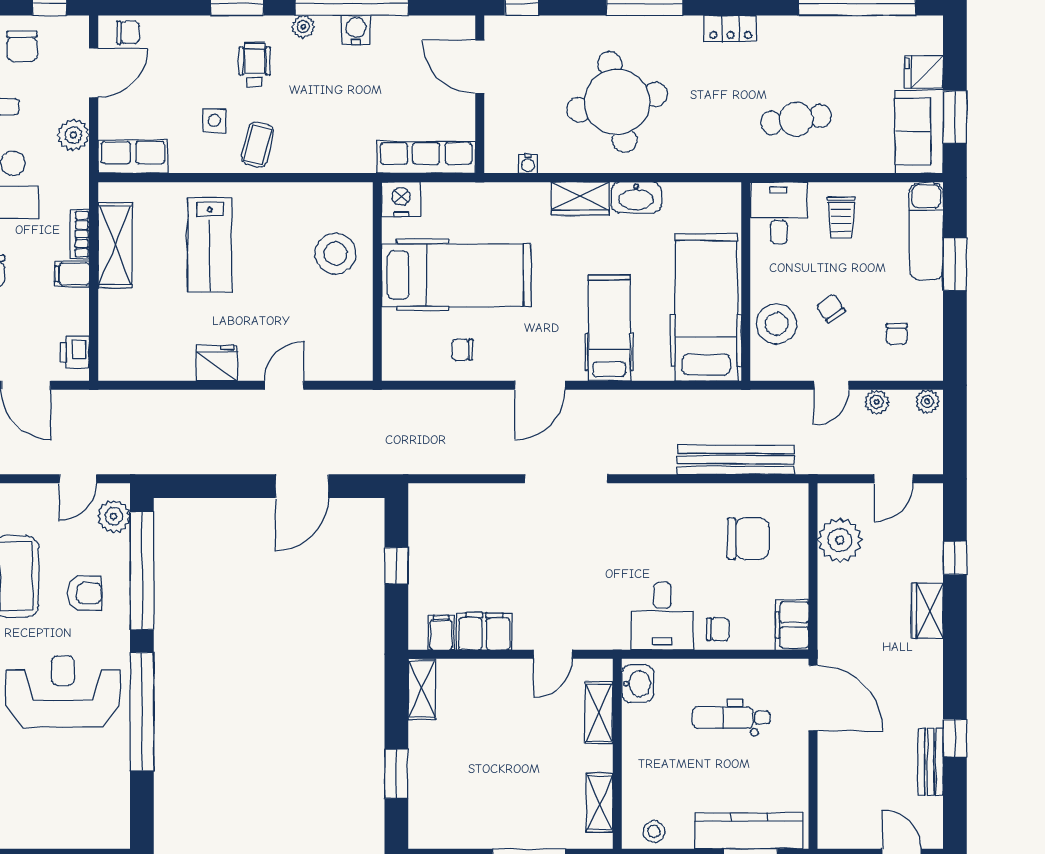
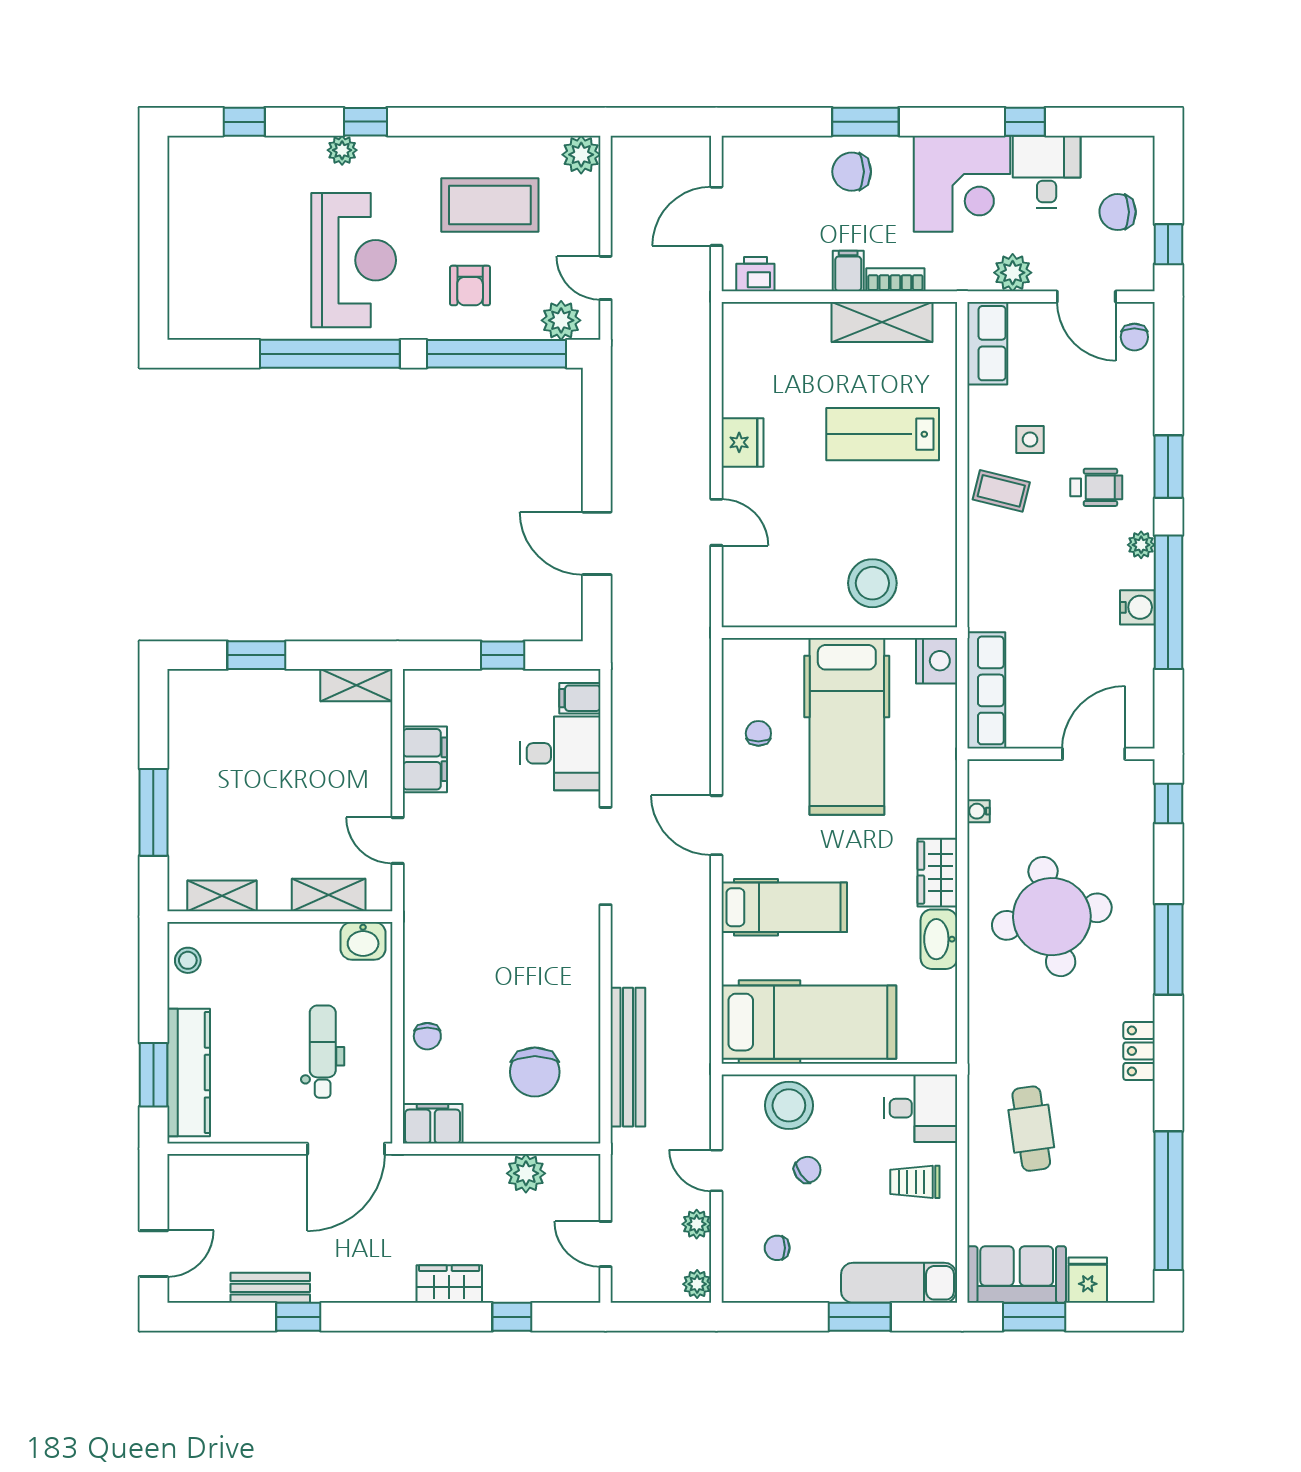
plant: (840, 540) -> (526, 1173), width x0.73, depth x0.73
desk: (662, 616) -> (560, 753), moved, turned 180
filing cabinet: (441, 633) -> (580, 698), moved, turned 180

